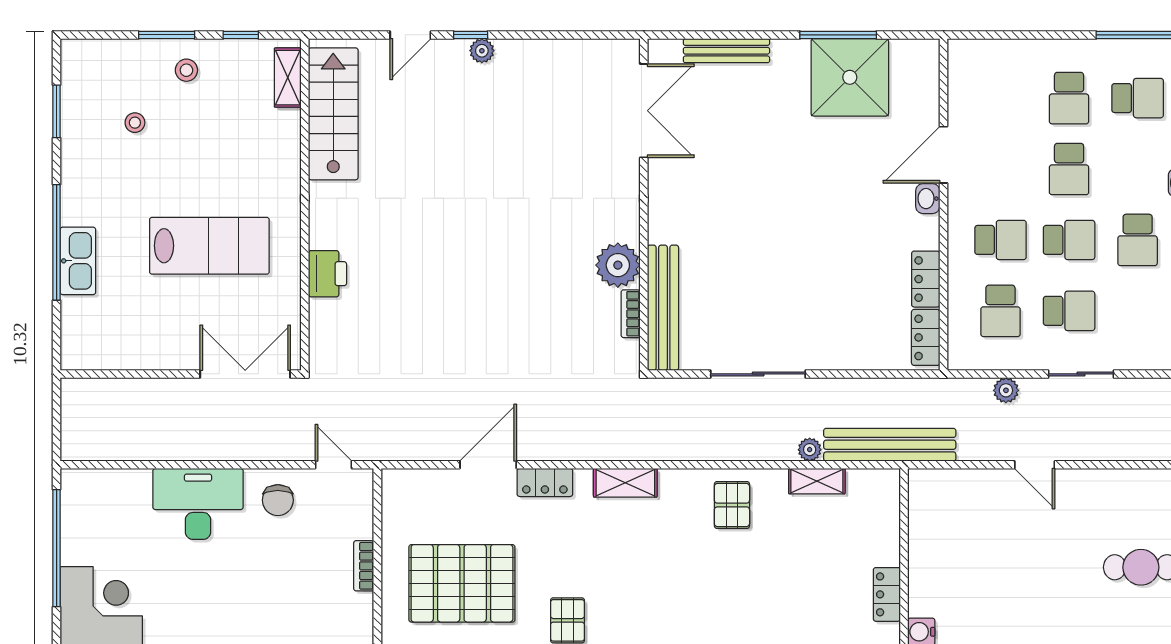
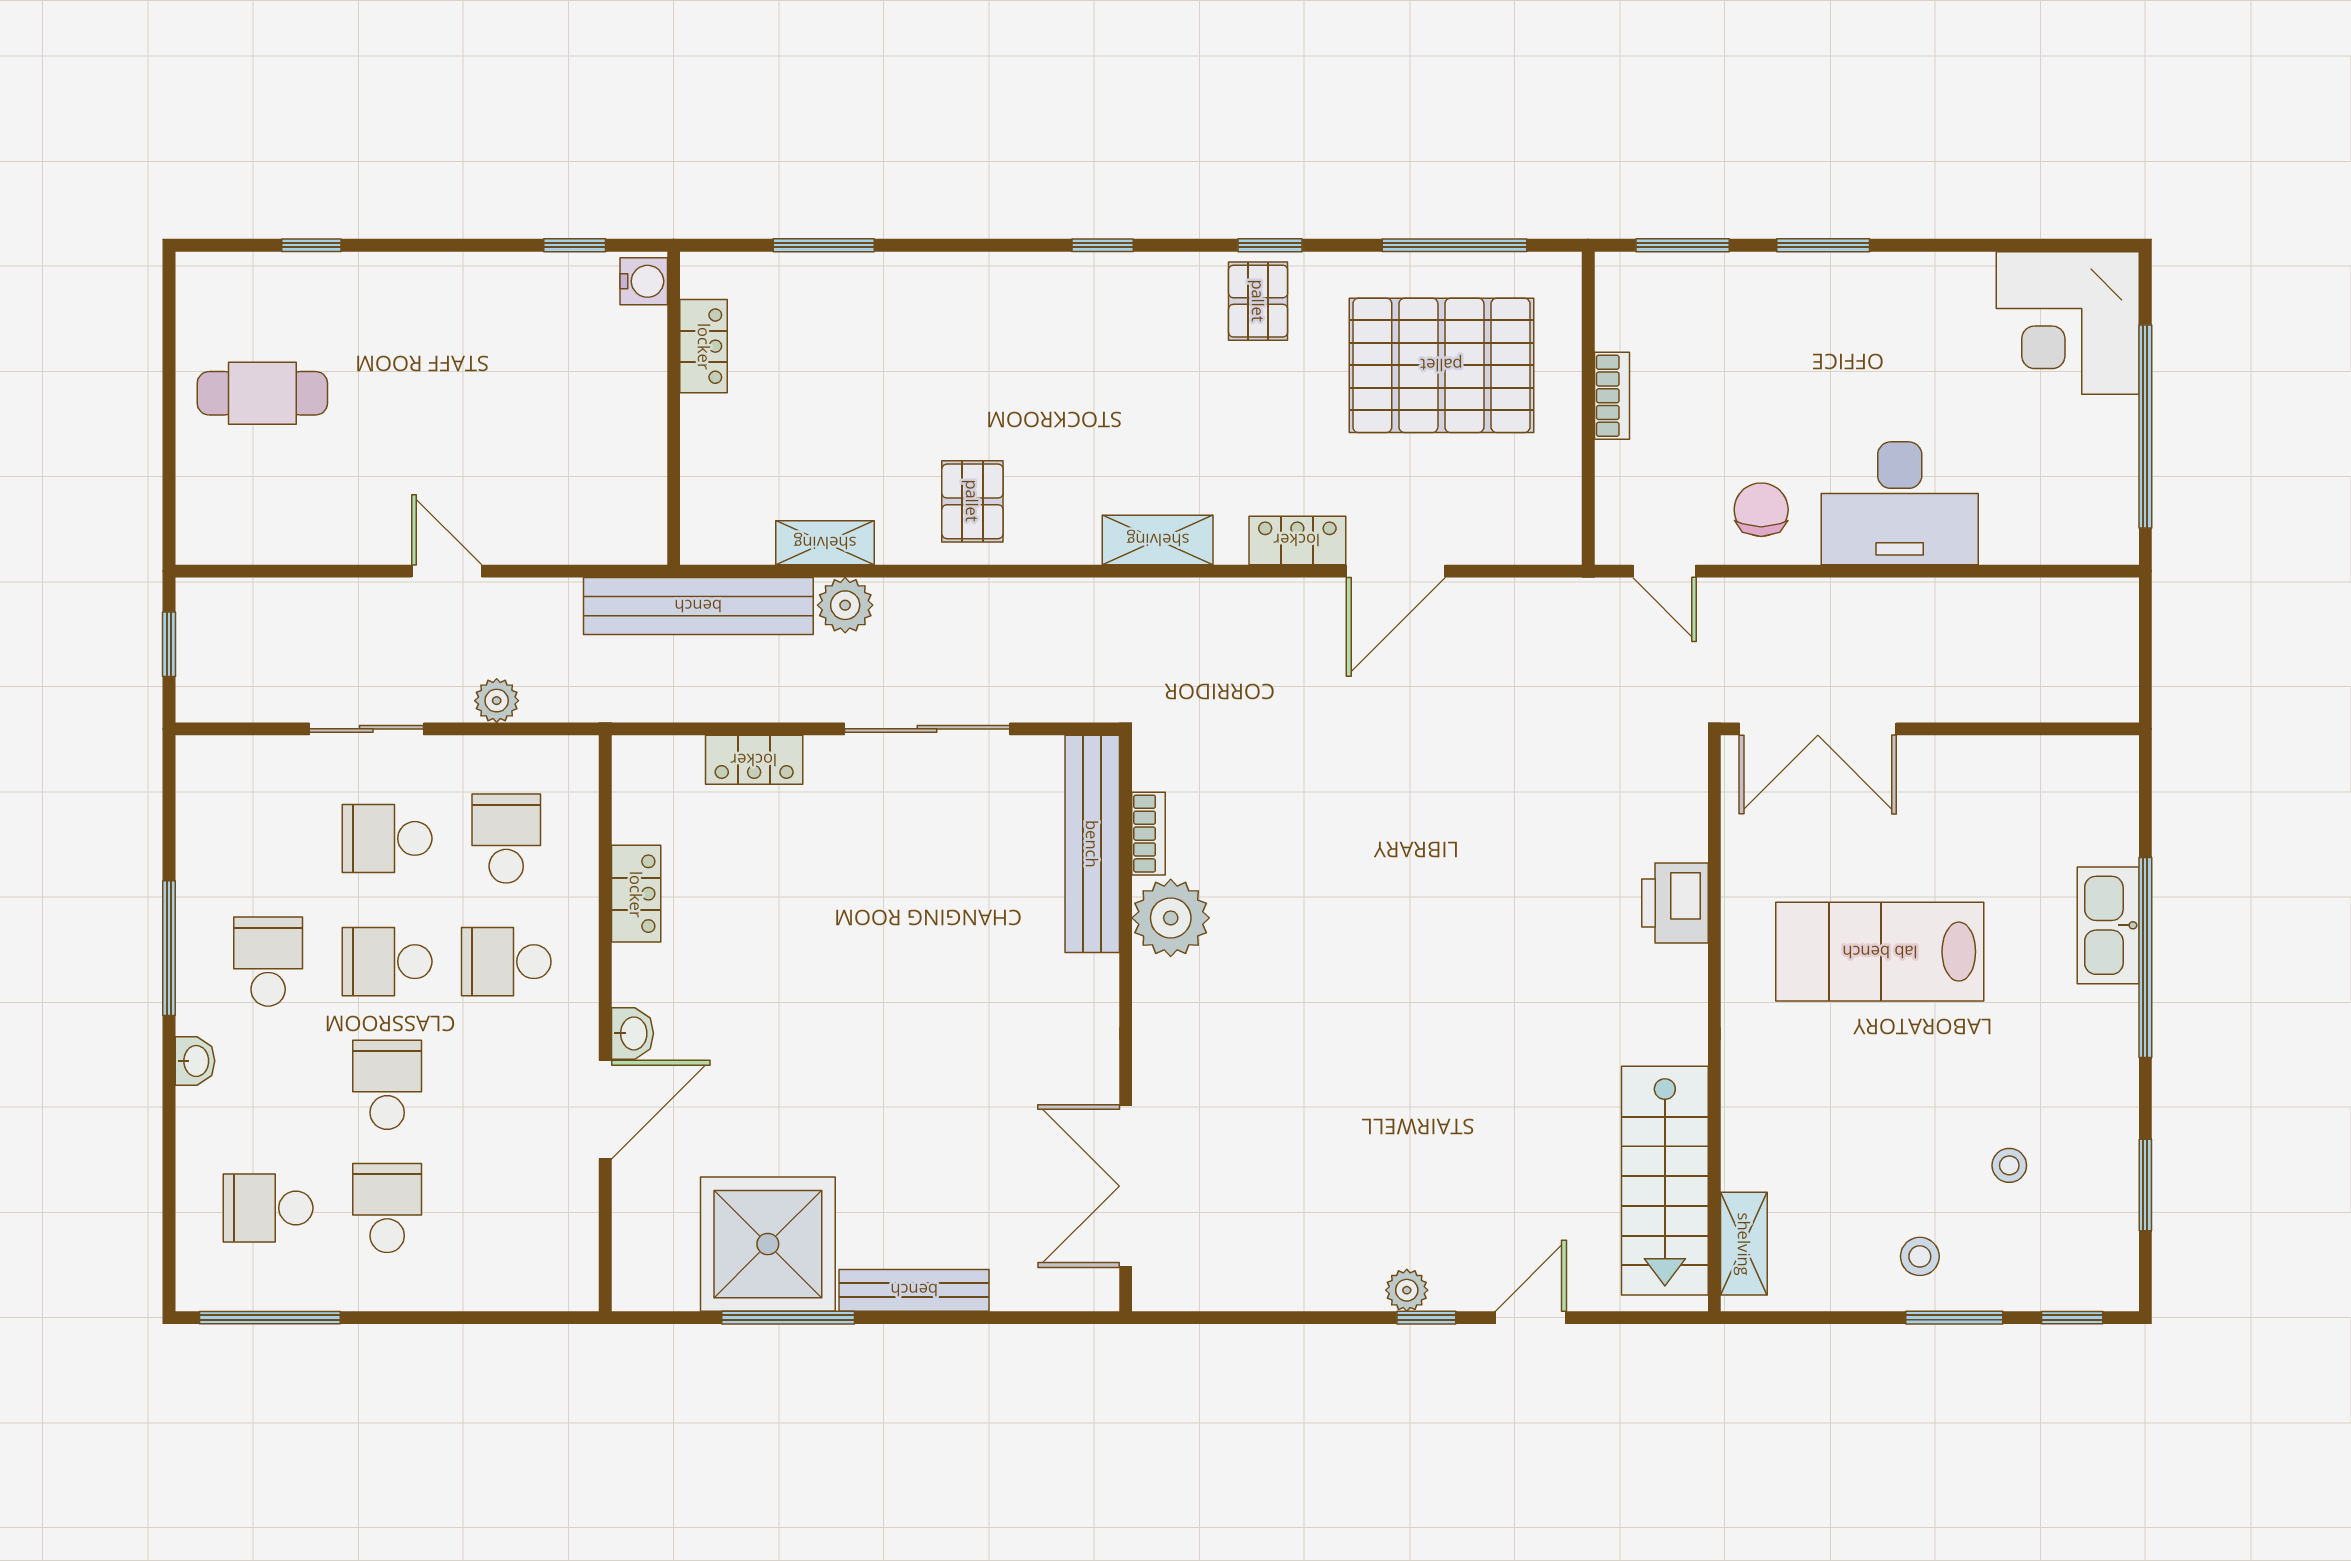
window: (241, 35) -> (2072, 1318), moved
bench: (726, 51) -> (914, 1290), moved
locker: (926, 337) -> (754, 760), moved, turned 90
plant: (810, 450) -> (845, 605), width x1.38, depth x1.38

